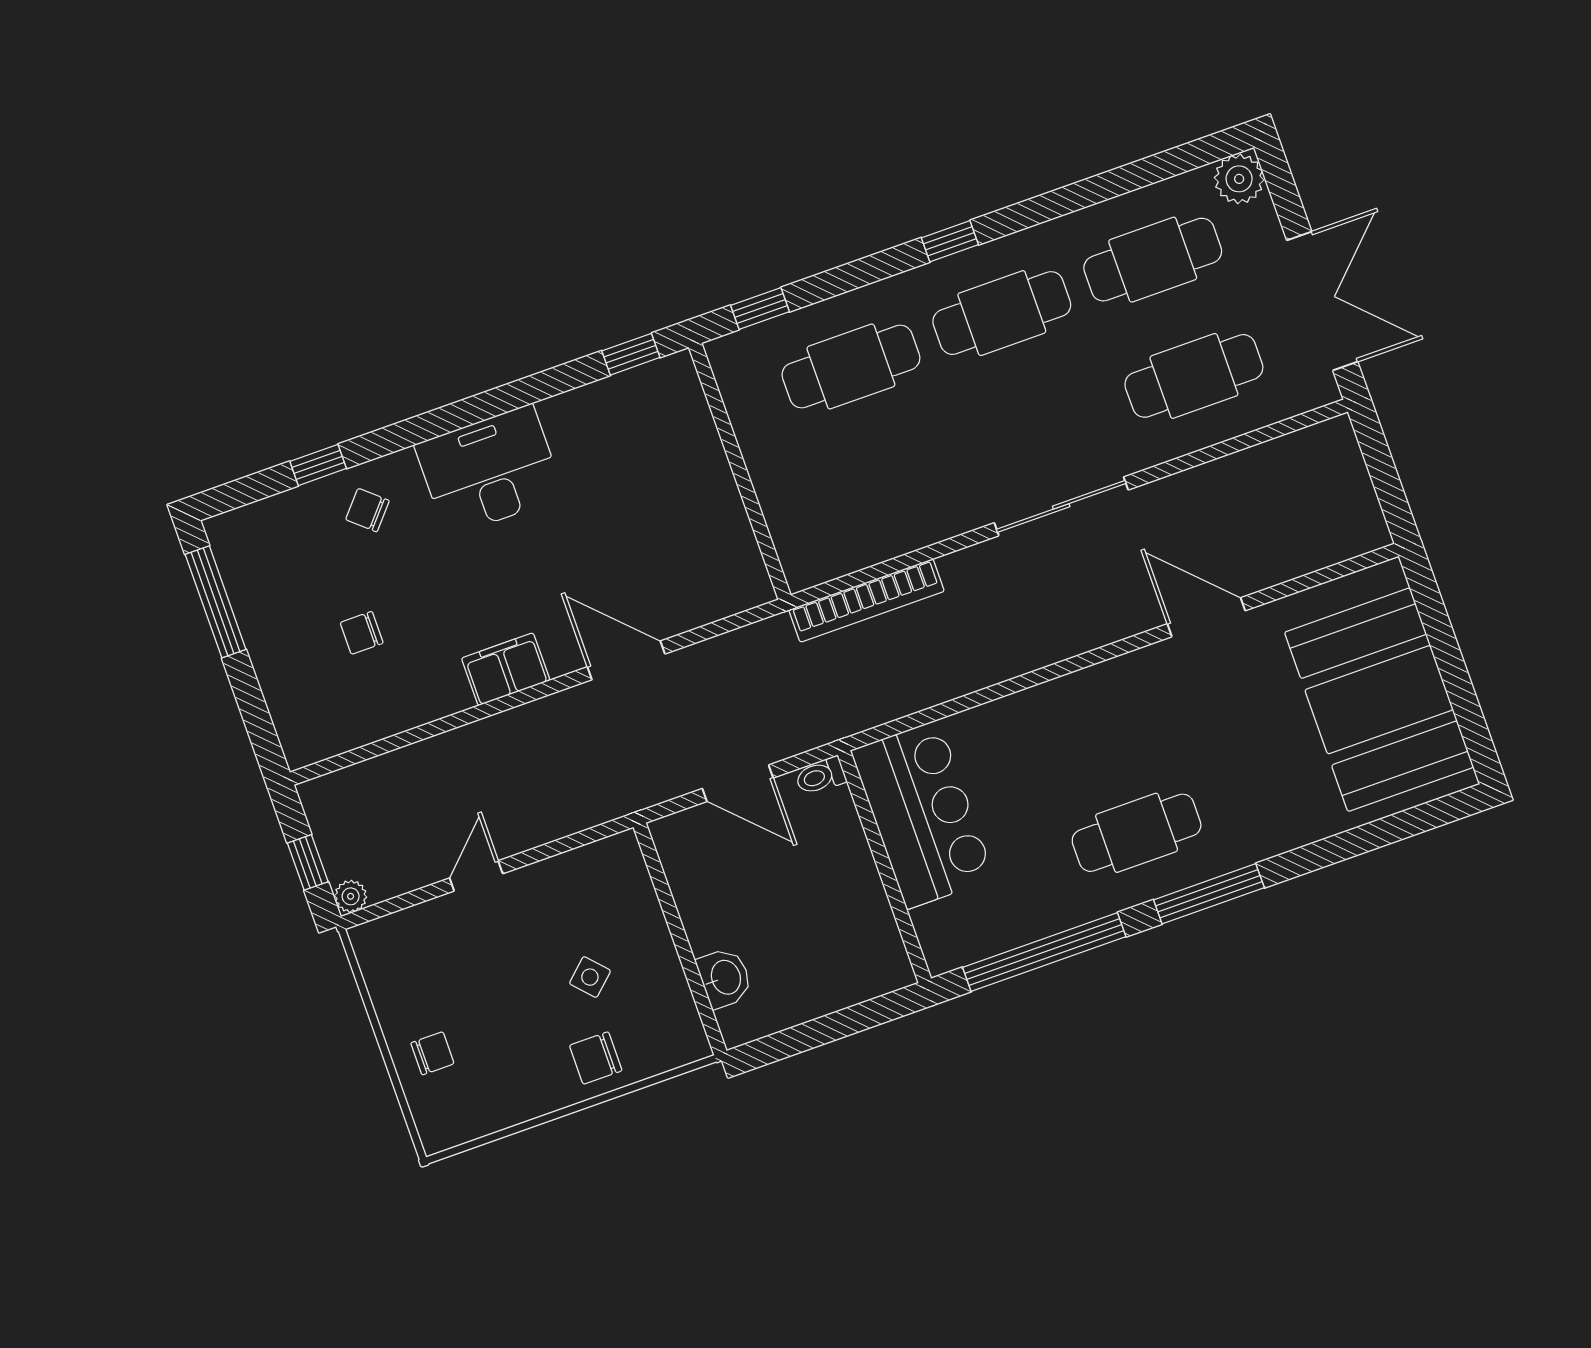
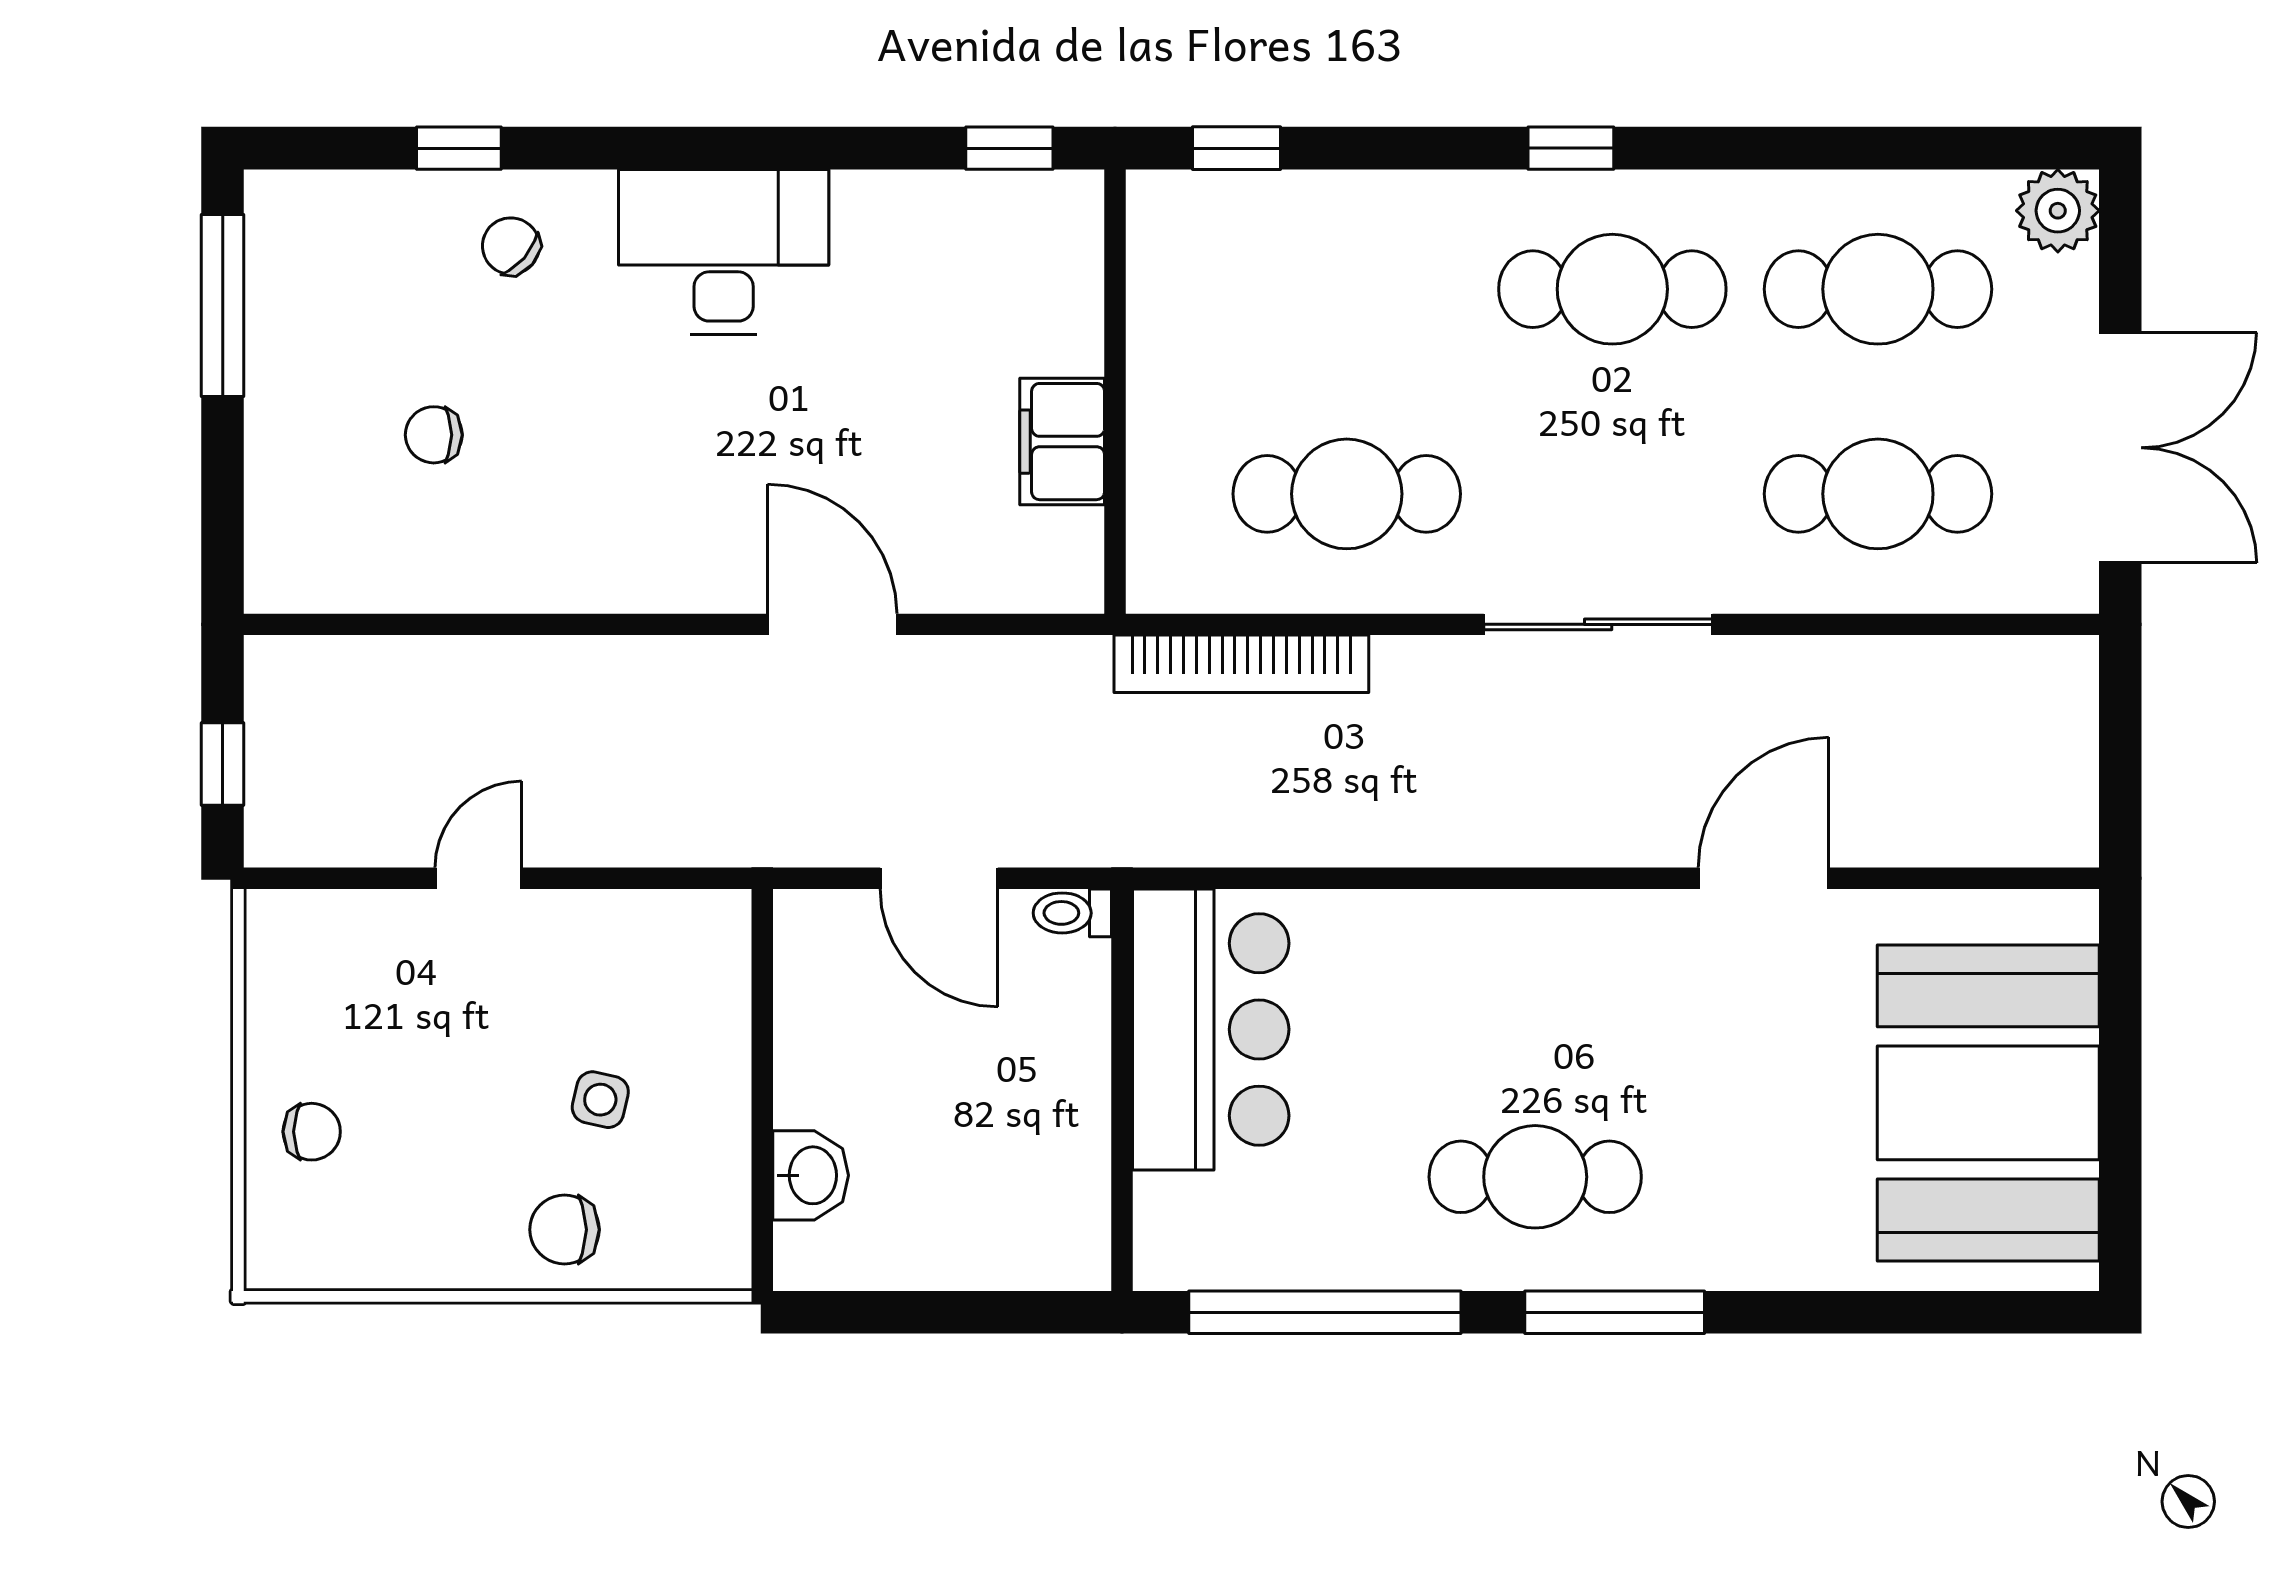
cafe table: (851, 366) -> (1347, 494), moved
door: (1206, 617) -> (1764, 878), hinge flipped
filing cabinet: (506, 669) -> (1062, 442), moved, turned -90
plant: (351, 896) -> (271, 841), removed
side table: (590, 977) -> (600, 1100), turned -34

